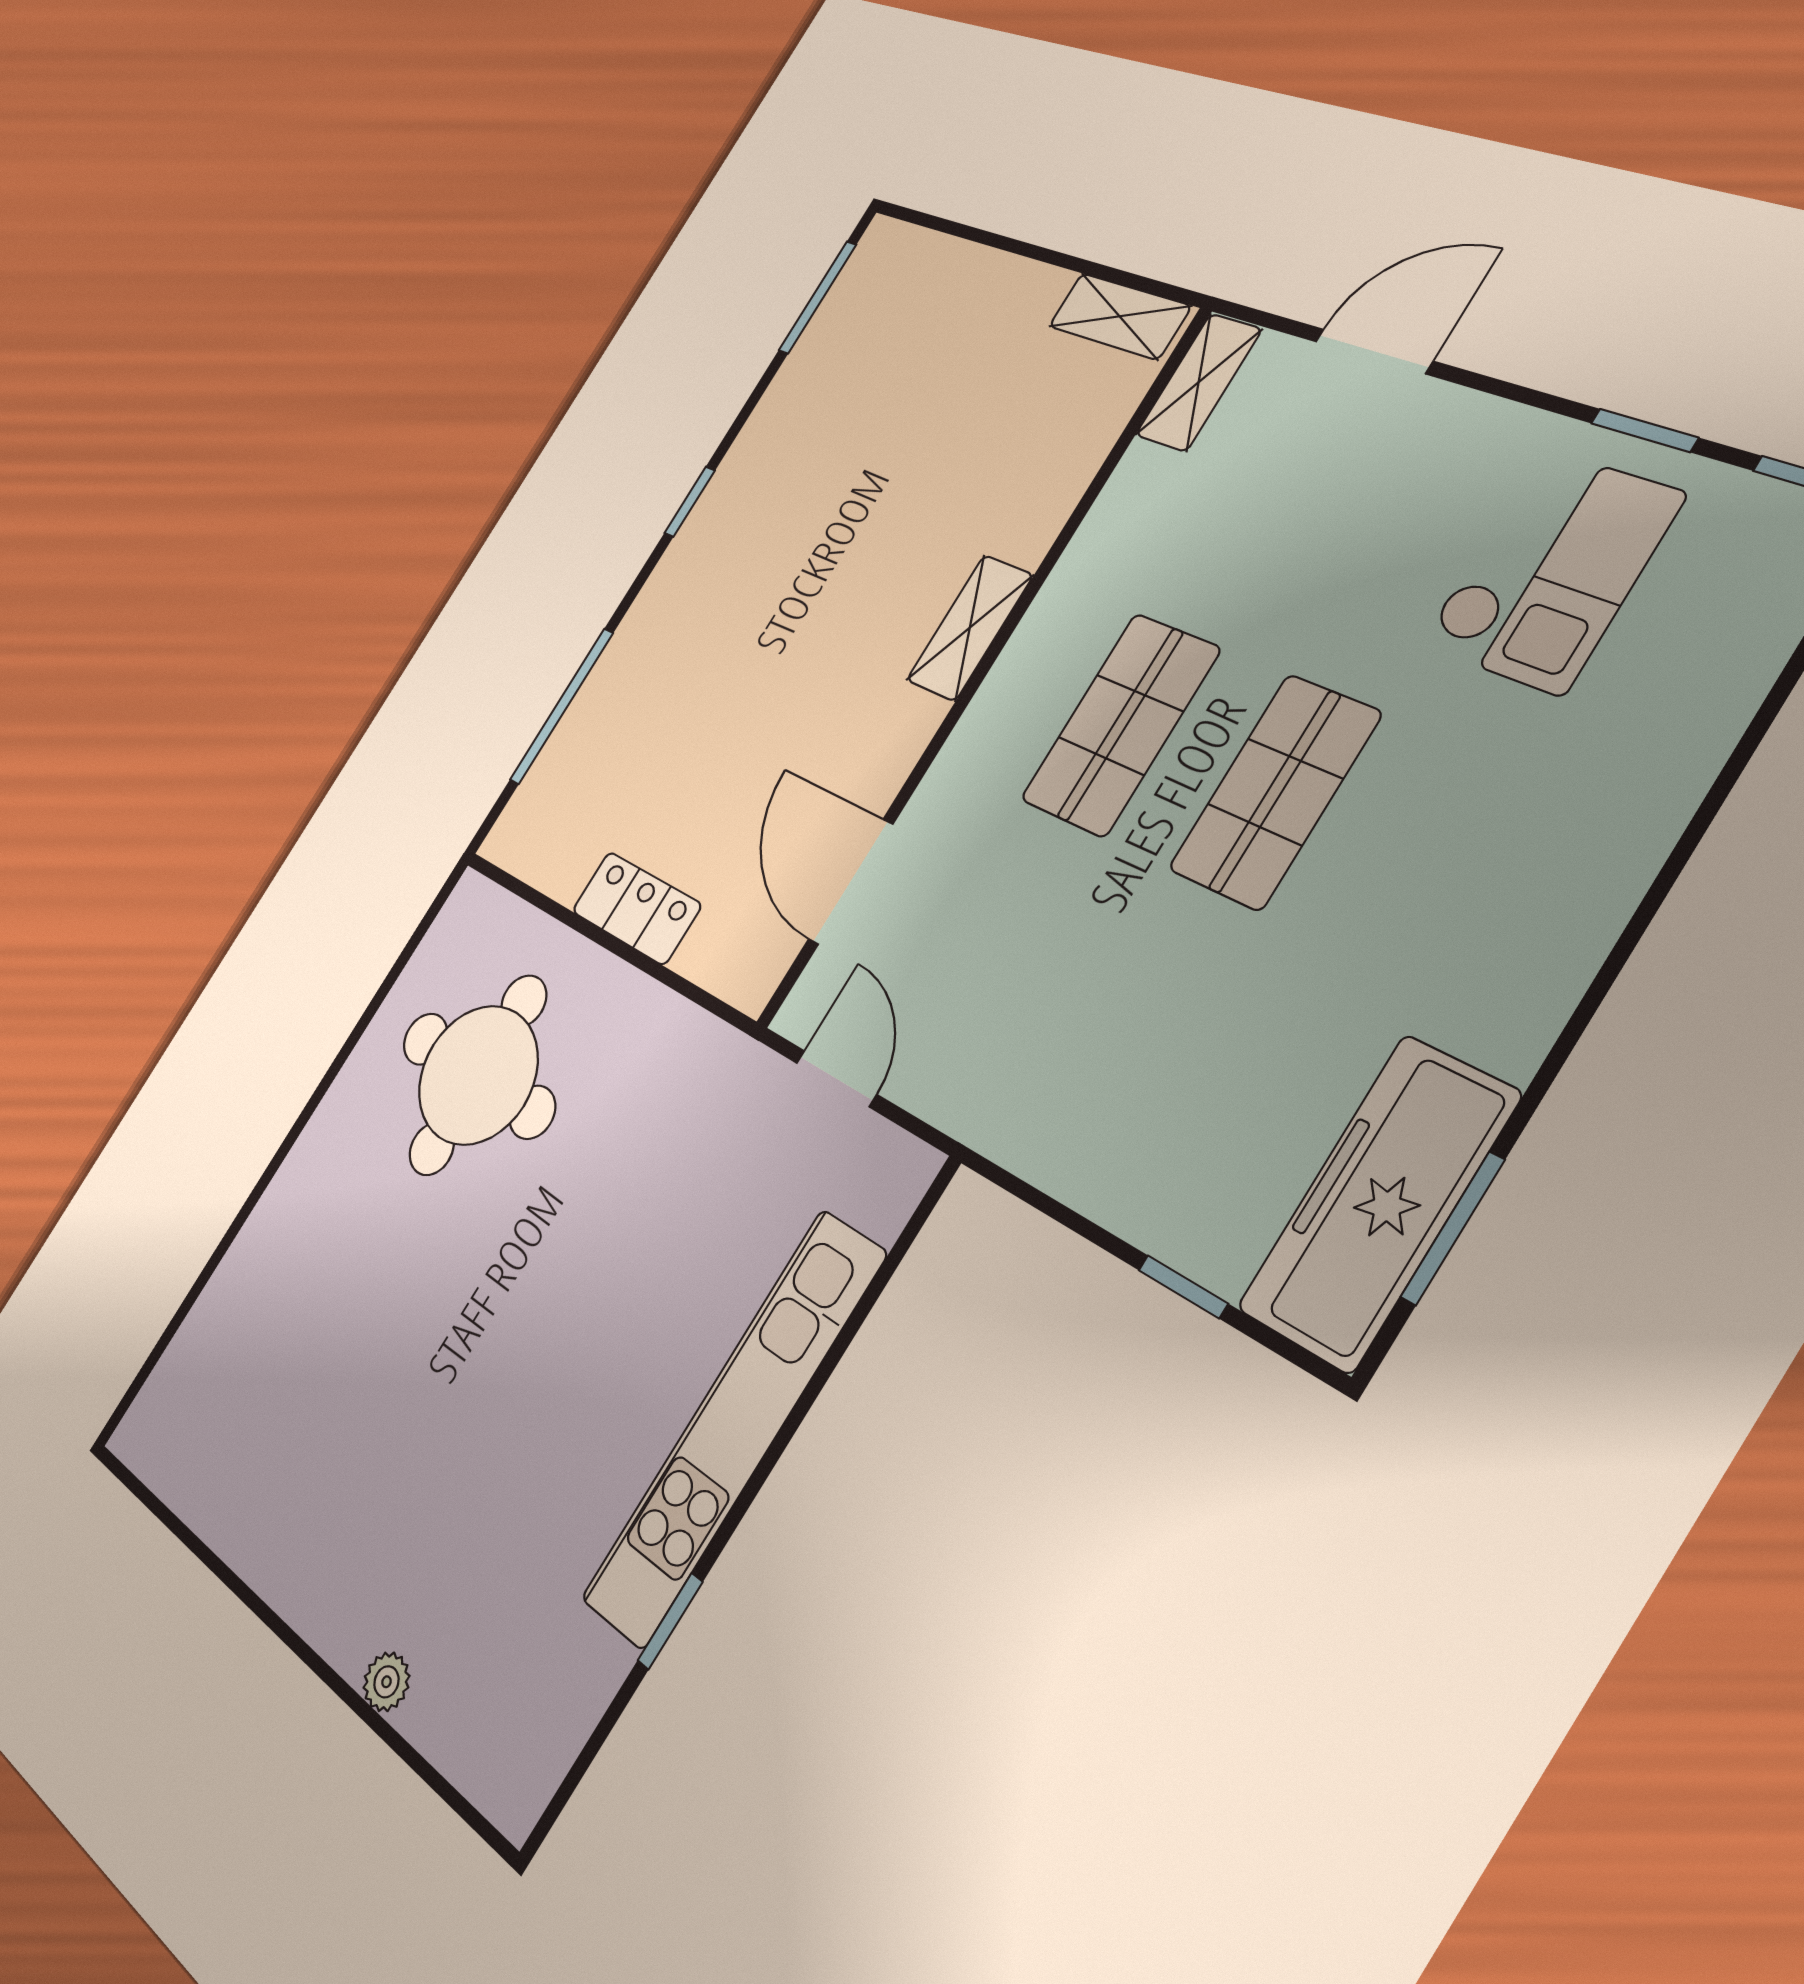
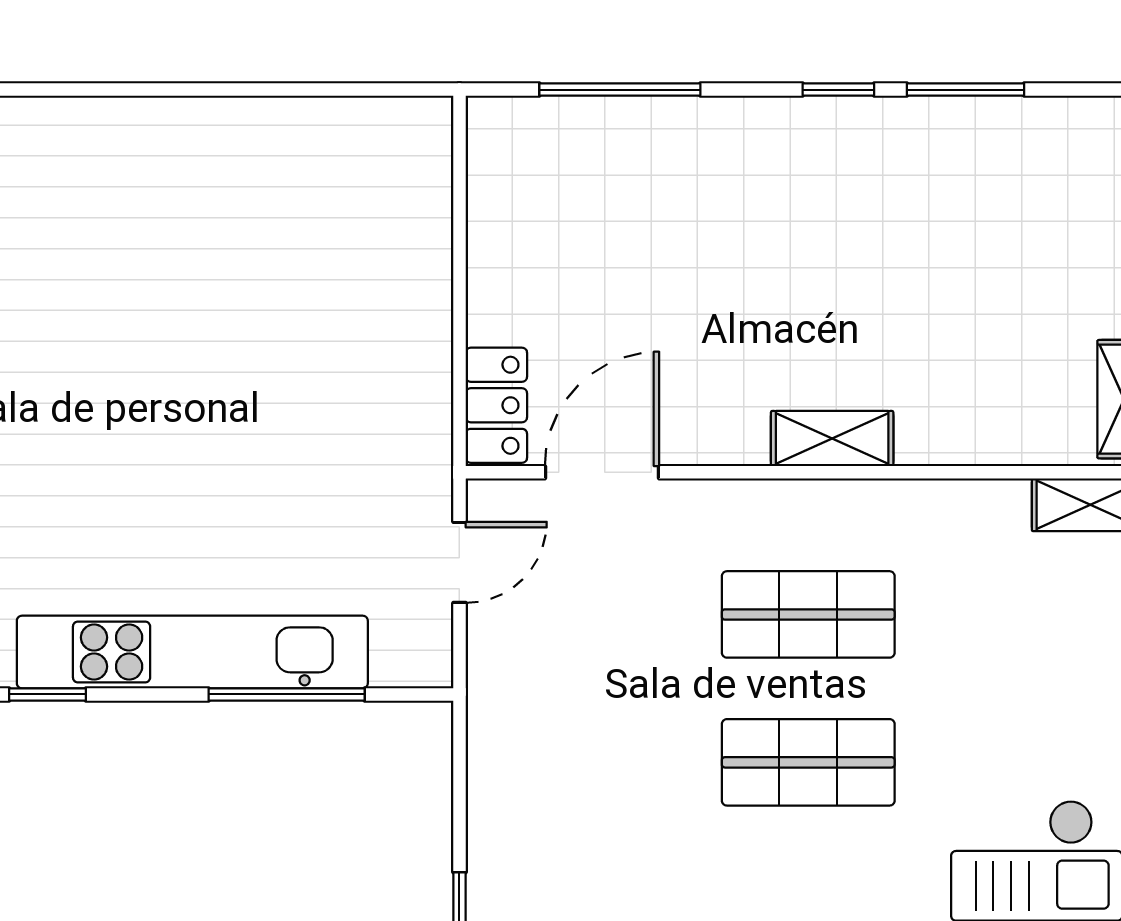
window: (817, 297) -> (965, 90), moved
locker: (636, 908) -> (496, 405), moved
round table: (478, 1075) -> (303, 240), removed
window: (839, 1349) -> (287, 694), added

